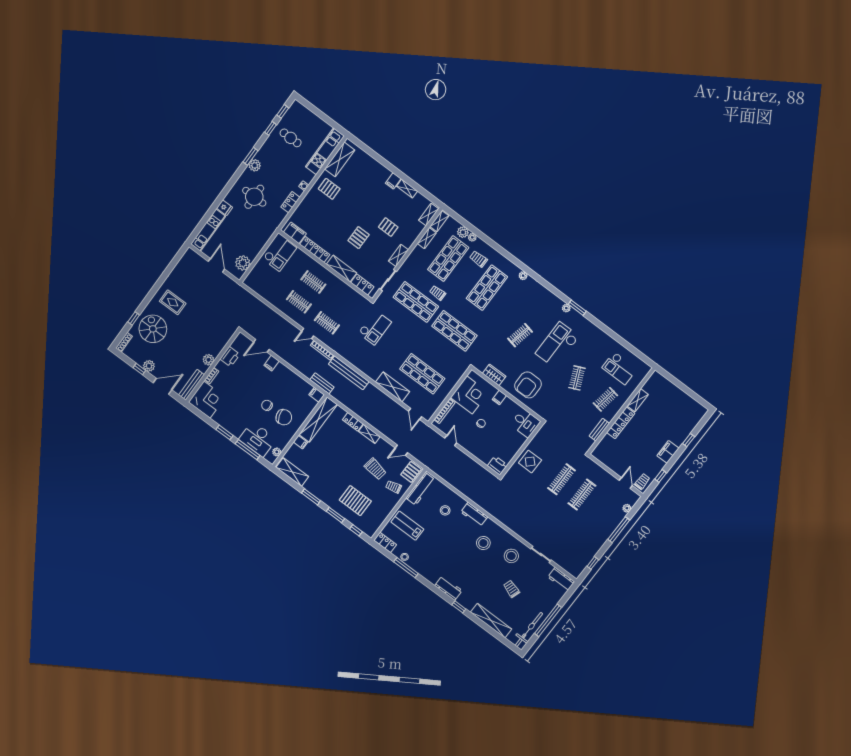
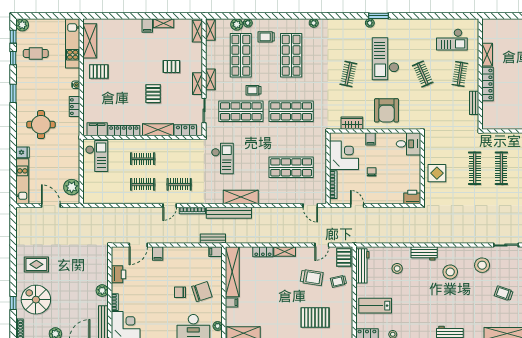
plant: (255, 165) -> (22, 25), moved
shelving: (427, 238) -> (210, 79), moved
shelving: (393, 387) -> (241, 197), moved

